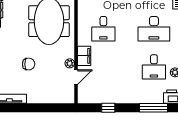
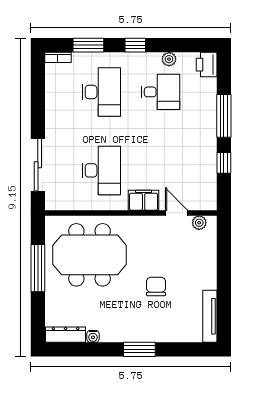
desk: (103, 29) -> (101, 170), width x1.37
plant: (70, 63) -> (199, 223), moved
window: (153, 108) -> (224, 116), moved

